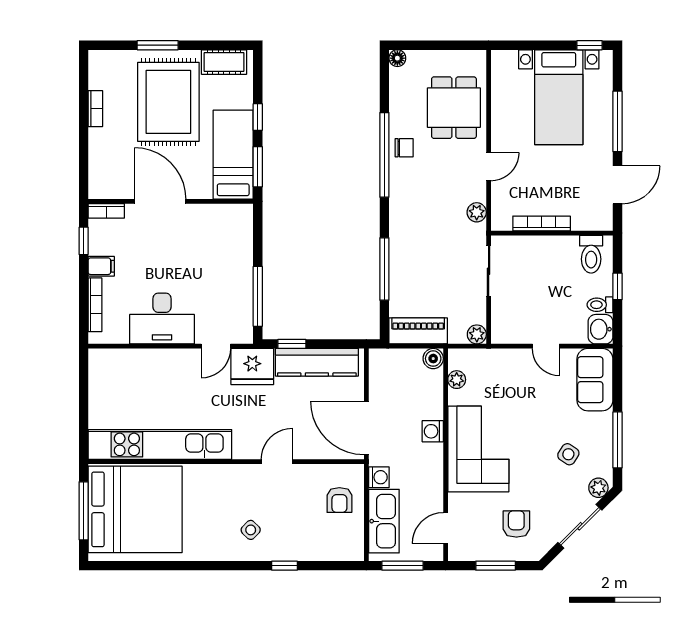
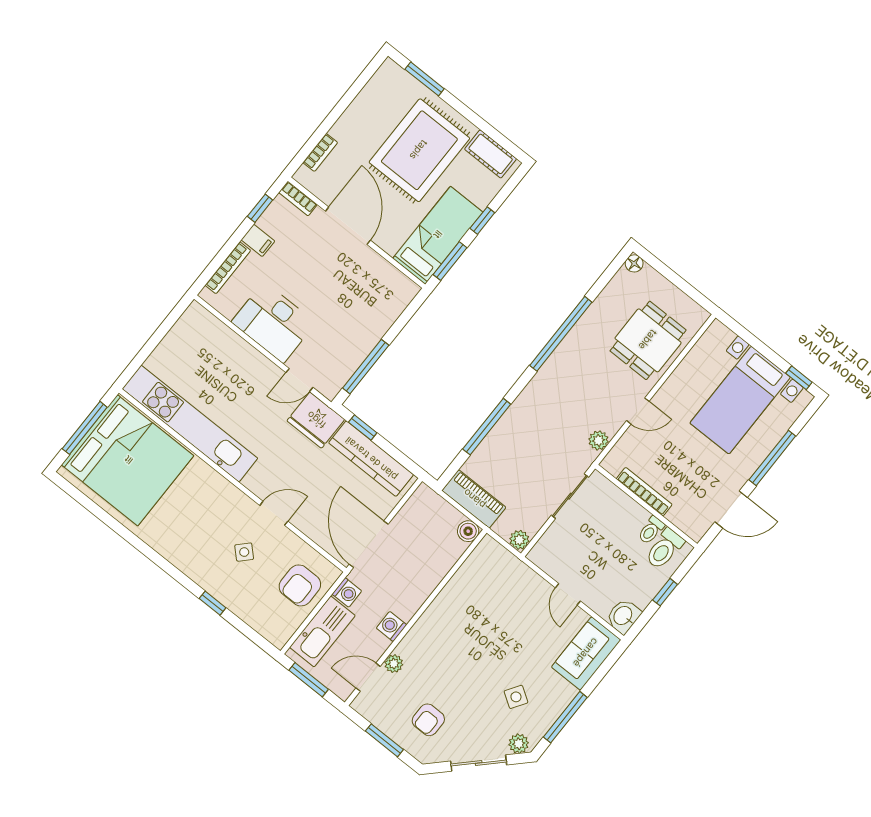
window: (158, 45) -> (425, 79), moved
bookcase: (95, 109) -> (320, 152), moved
chair: (404, 148) -> (581, 341), removed
toilet: (600, 305) -> (651, 530), moved, turned -90
plant: (457, 380) -> (394, 664), moved
washing machine: (433, 431) -> (391, 626), moved
corner sofa: (478, 449) -> (446, 634), removed
armchair: (339, 500) -> (300, 585), width x1.38, depth x1.38
armchair: (516, 524) -> (428, 720), turned 180
side table: (251, 530) -> (244, 552), moved

